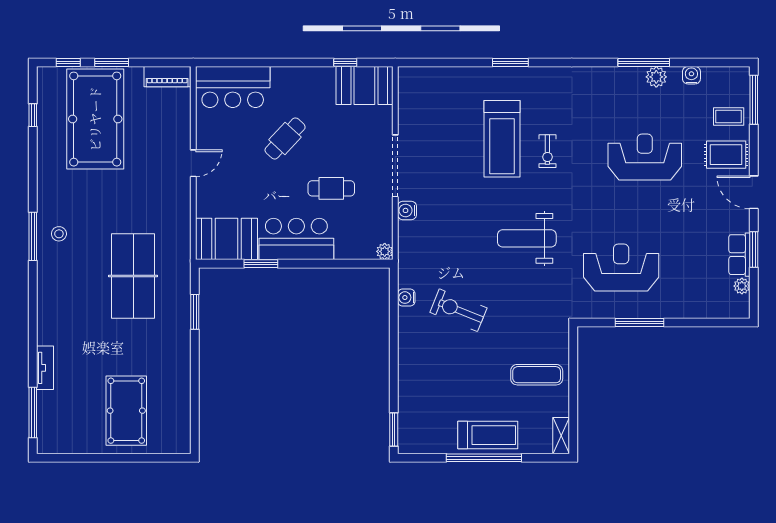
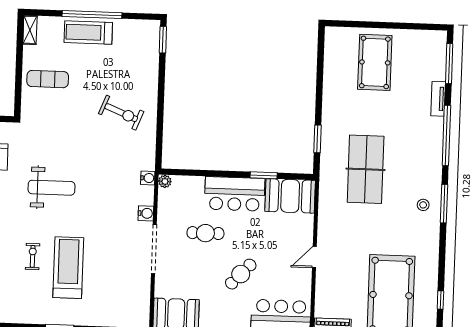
water cooler: (406, 298) -> (148, 178), moved
exercise bike: (458, 310) -> (121, 113), moved
window: (33, 322) -> (446, 135), added

